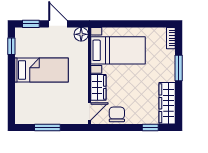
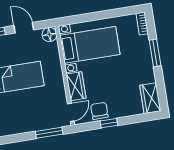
wardrobe: (167, 103) -> (150, 98), width x0.67
window: (47, 128) -> (49, 133), moved
window: (150, 128) -> (109, 123), moved

